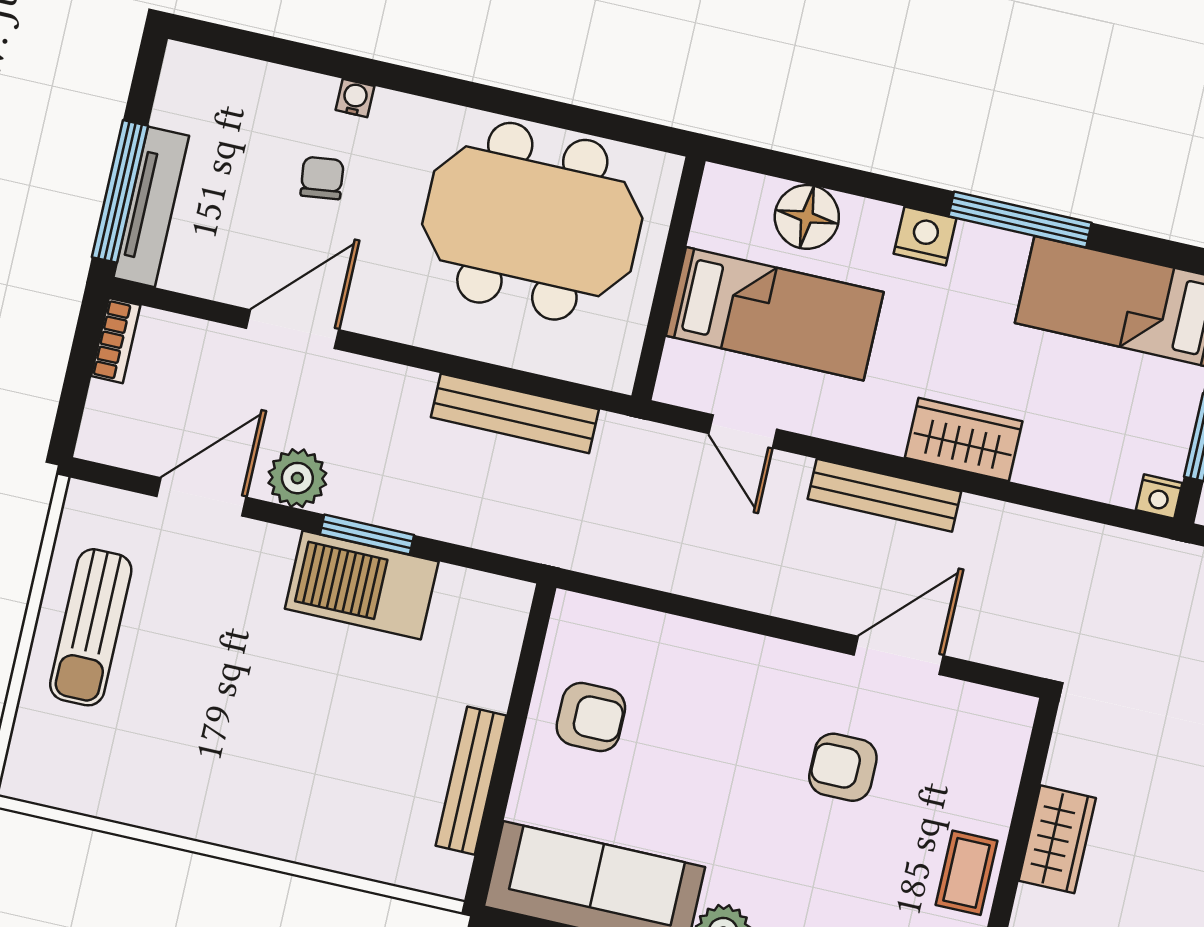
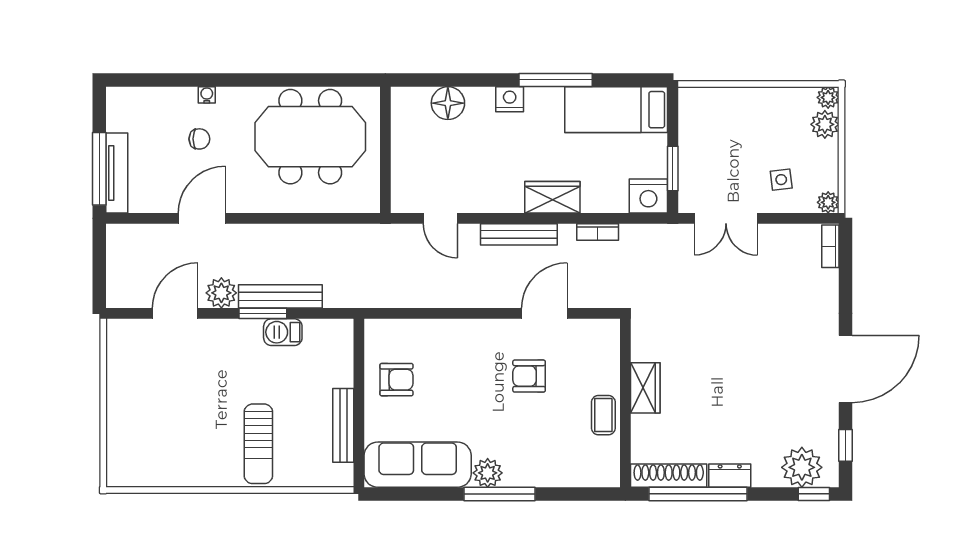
chair: (322, 178) -> (199, 139), turned 97
bed: (775, 314) -> (443, 156), removed
bookcase: (116, 341) -> (598, 232), moved, turned 90
bench: (515, 413) -> (280, 296), moved
nightstand: (1159, 497) -> (648, 196), width x1.89, depth x1.79
barbecue: (362, 585) -> (283, 332), width x0.53, depth x0.65
sun lounger: (91, 627) -> (258, 444), moved

